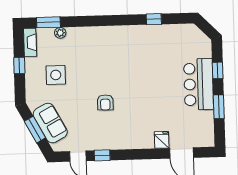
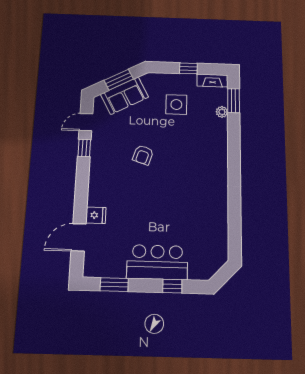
window: (154, 19) -> (234, 214), removed
armchair: (105, 102) -> (143, 155), turned -72
window: (219, 107) -> (114, 285), moved

